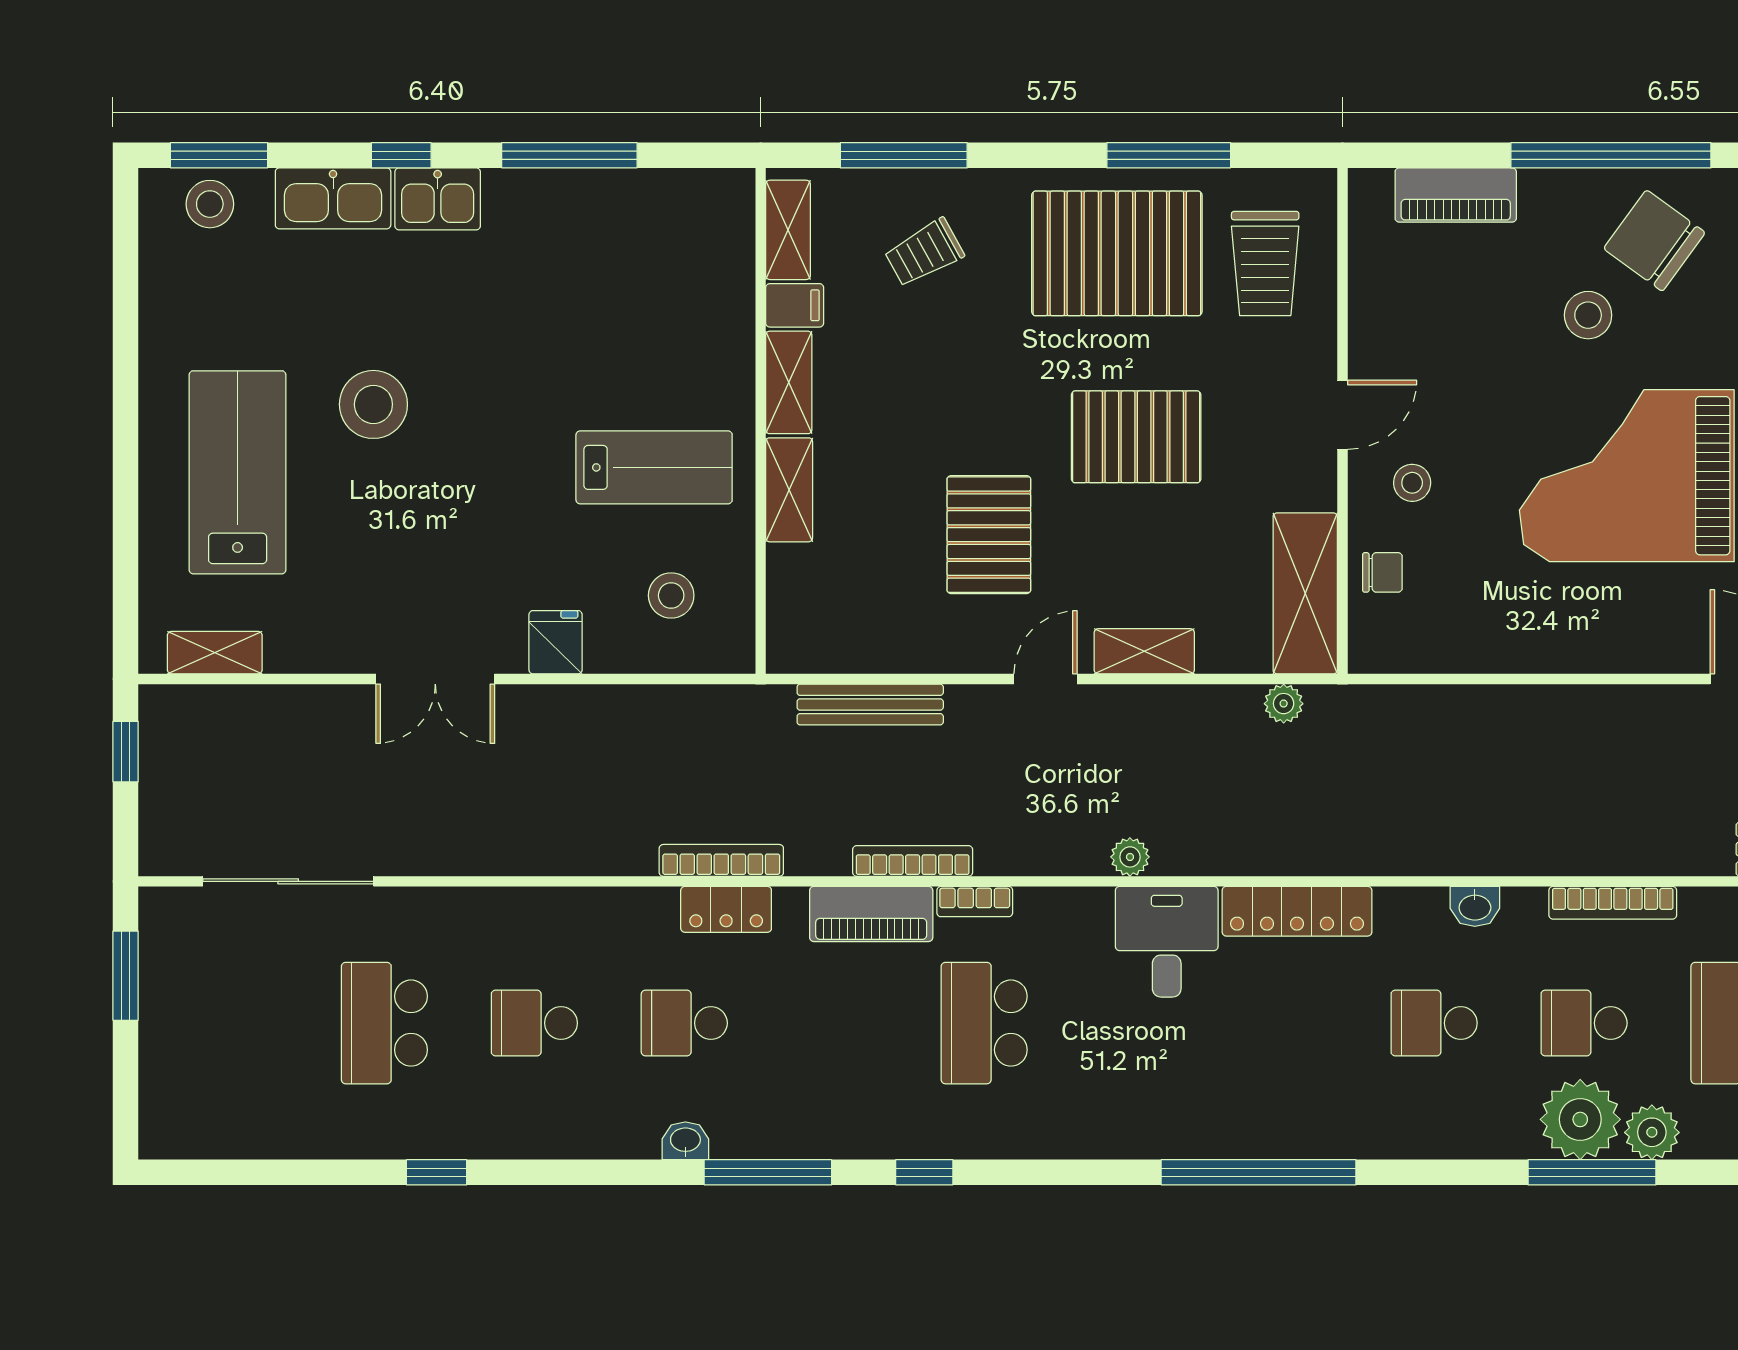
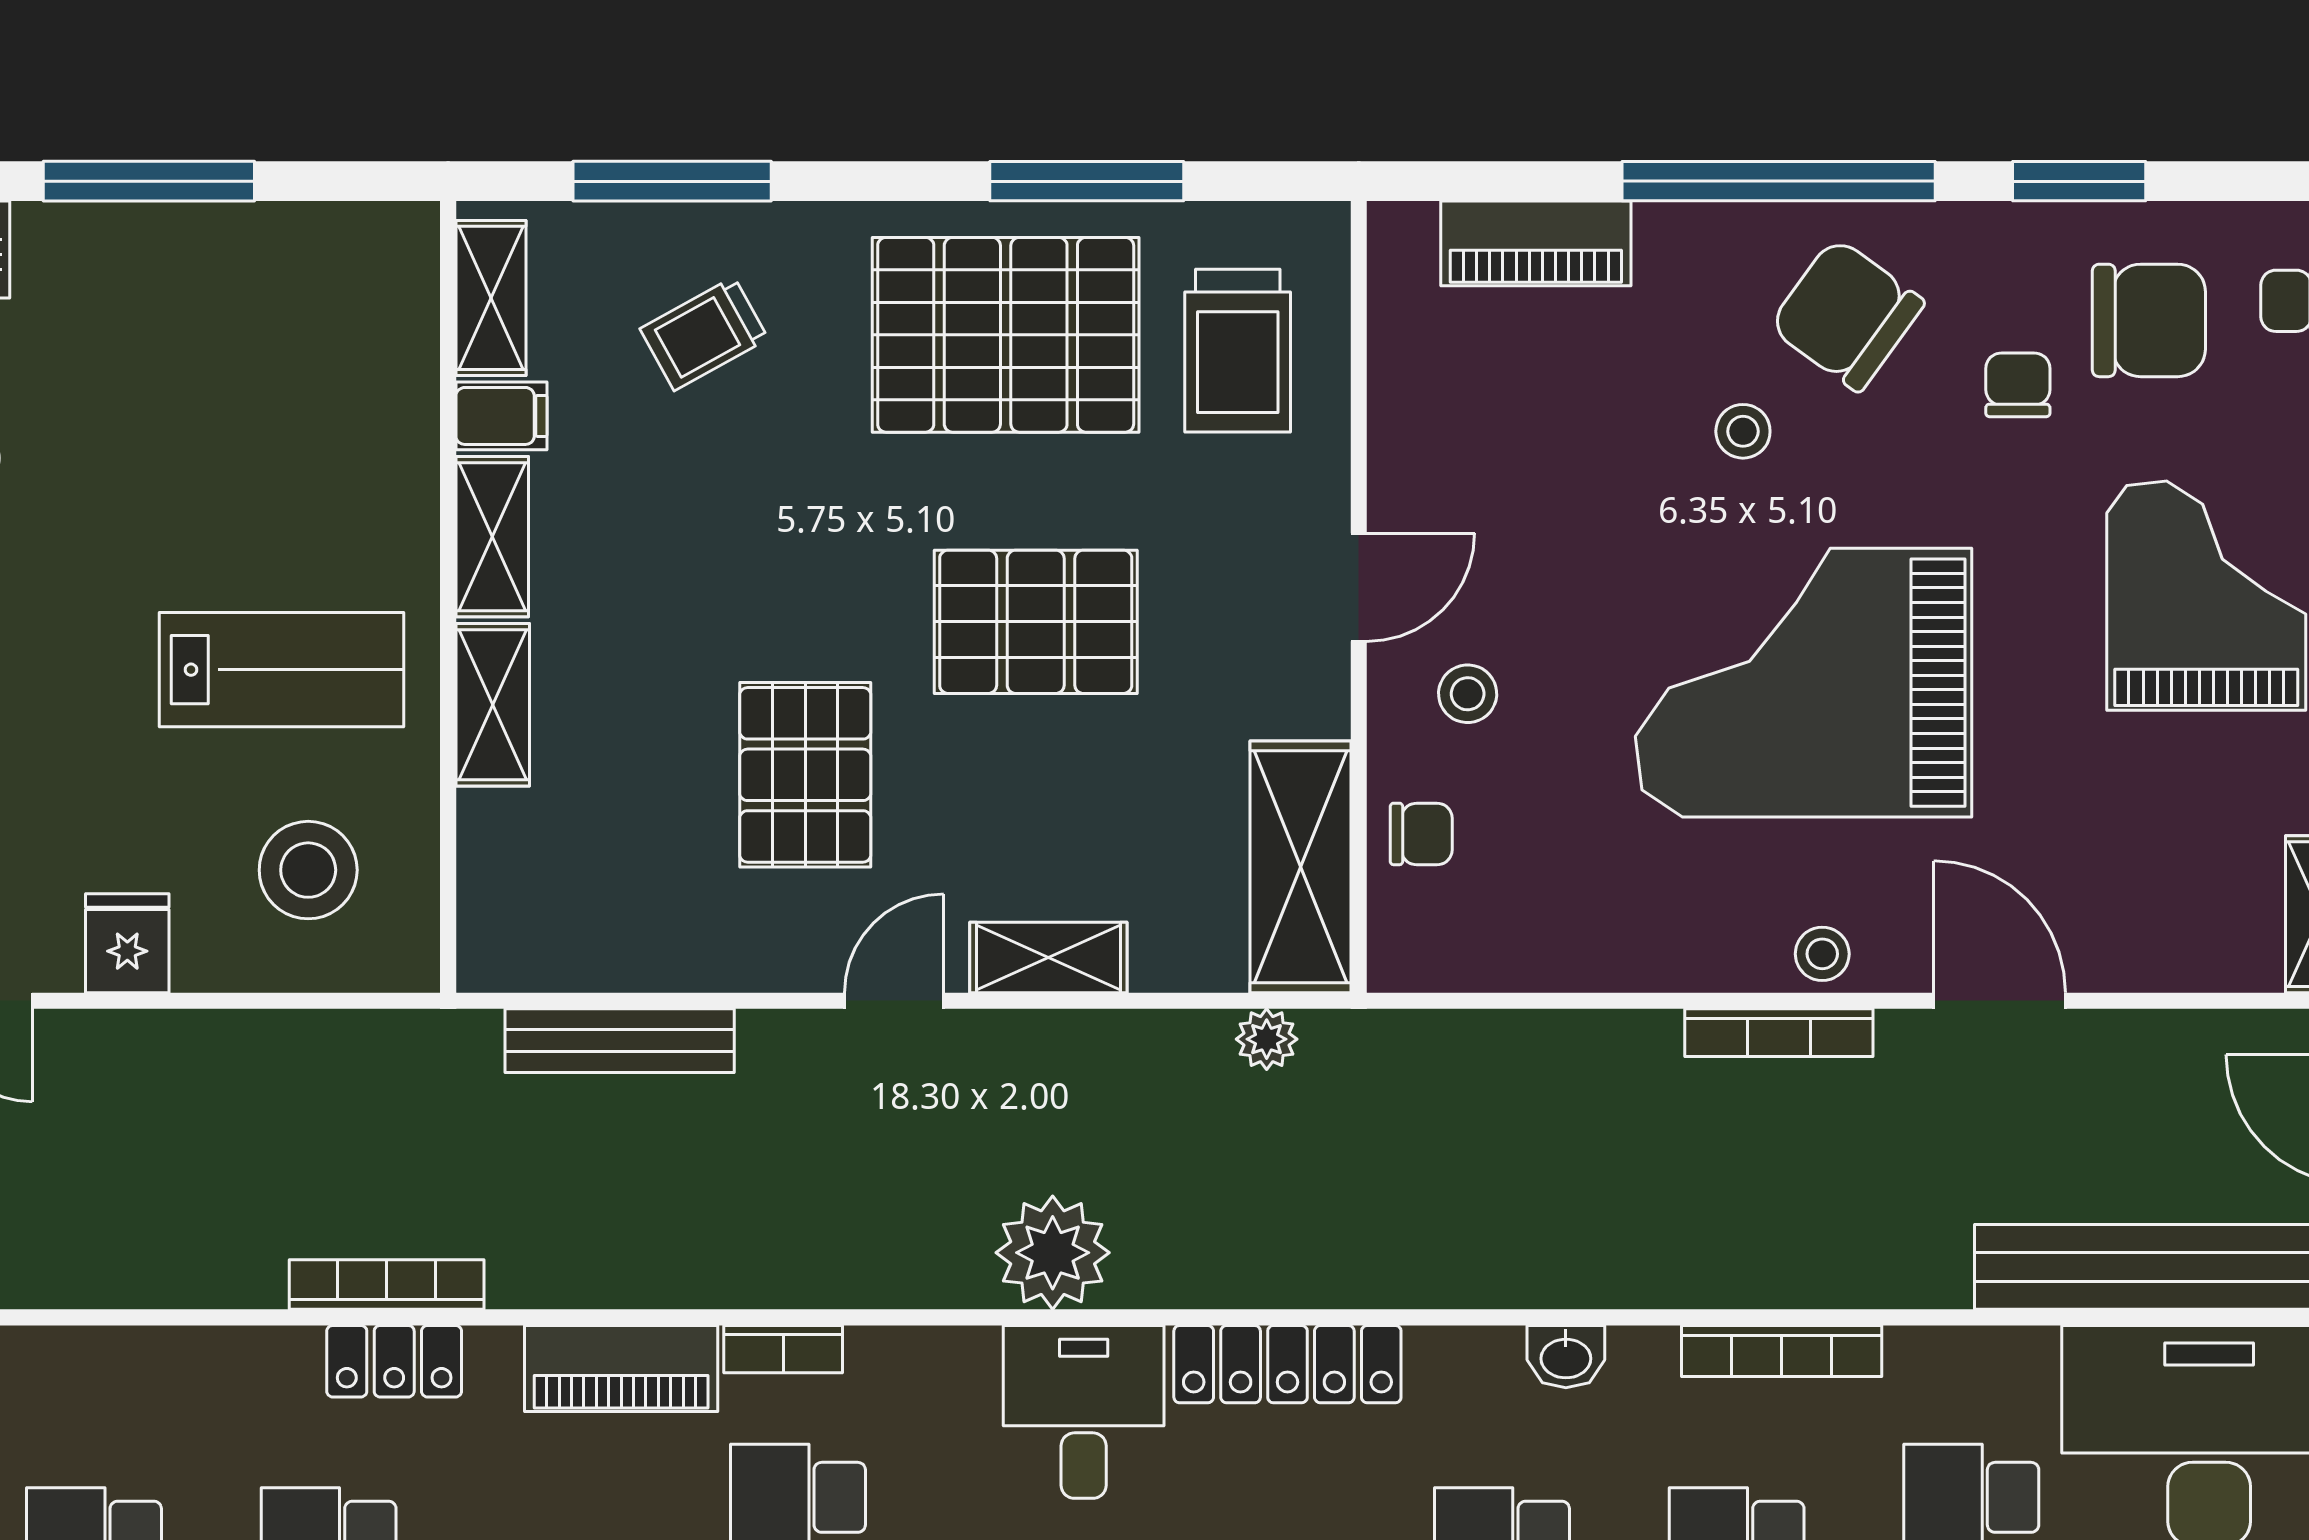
stool: (1588, 315) -> (1743, 431), width x0.73, depth x0.73
stool: (671, 595) -> (308, 870), width x1.38, depth x1.38
stool: (1639, 649) -> (1822, 954), added
plant: (1130, 857) -> (1053, 1253), width x1.87, depth x1.87
bookcase: (913, 861) -> (1779, 1033), moved, turned 180

